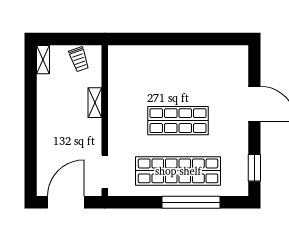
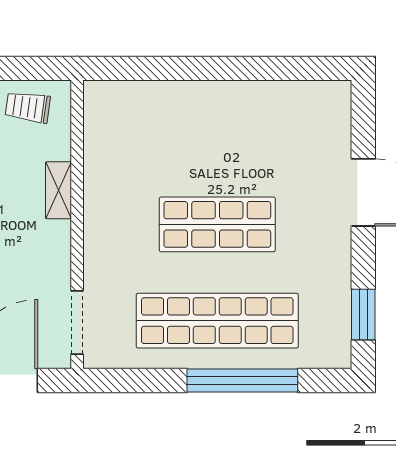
trolley: (79, 59) -> (28, 107), turned 117

